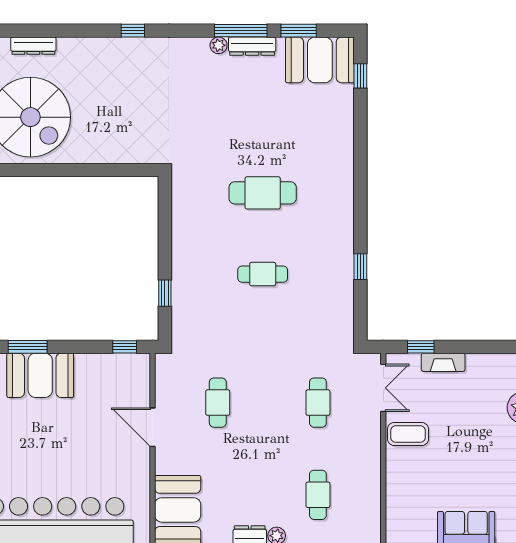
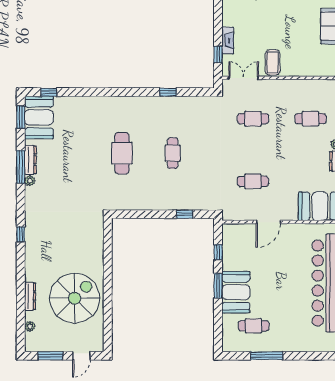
window: (299, 31) -> (21, 117), moved
window: (28, 347) -> (218, 286), moved
window: (125, 347) -> (218, 252), moved

